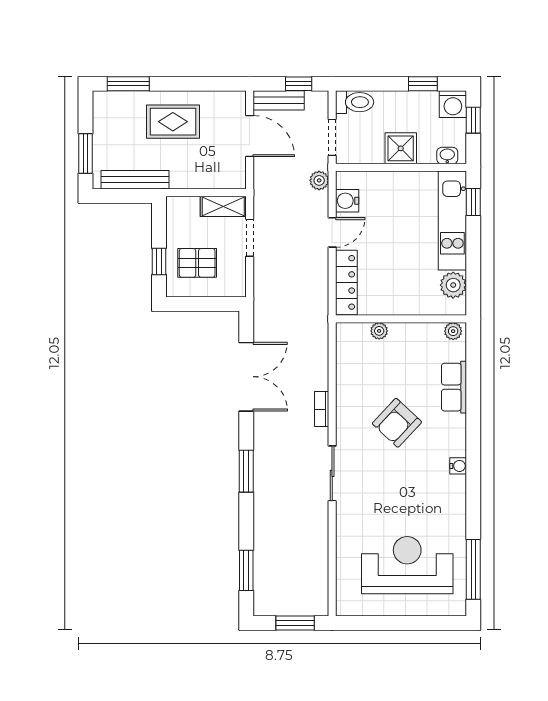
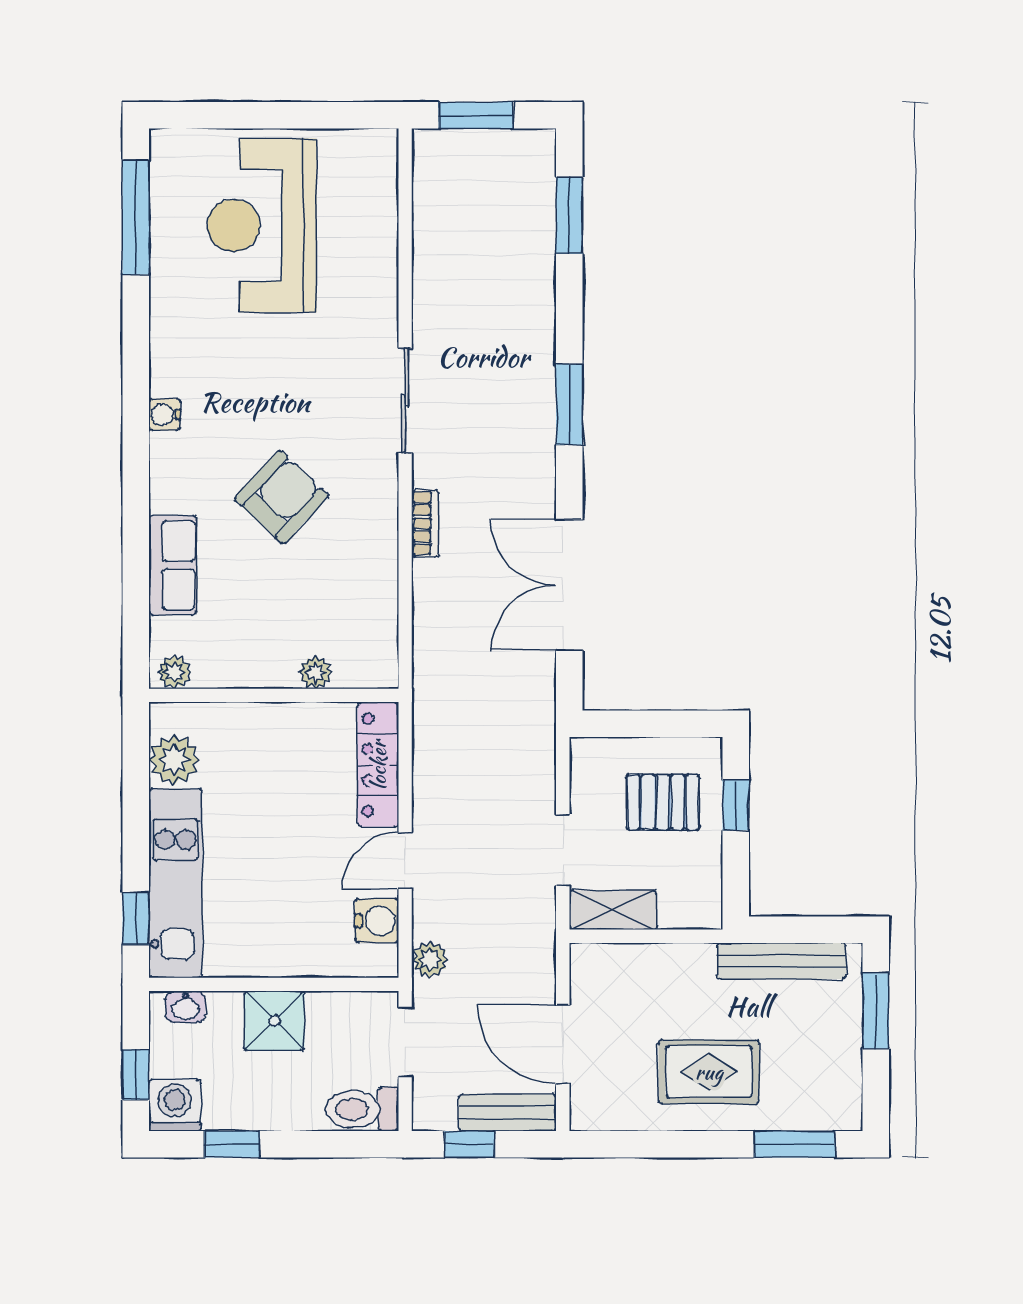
reception desk: (407, 565) -> (262, 225), turned 90

